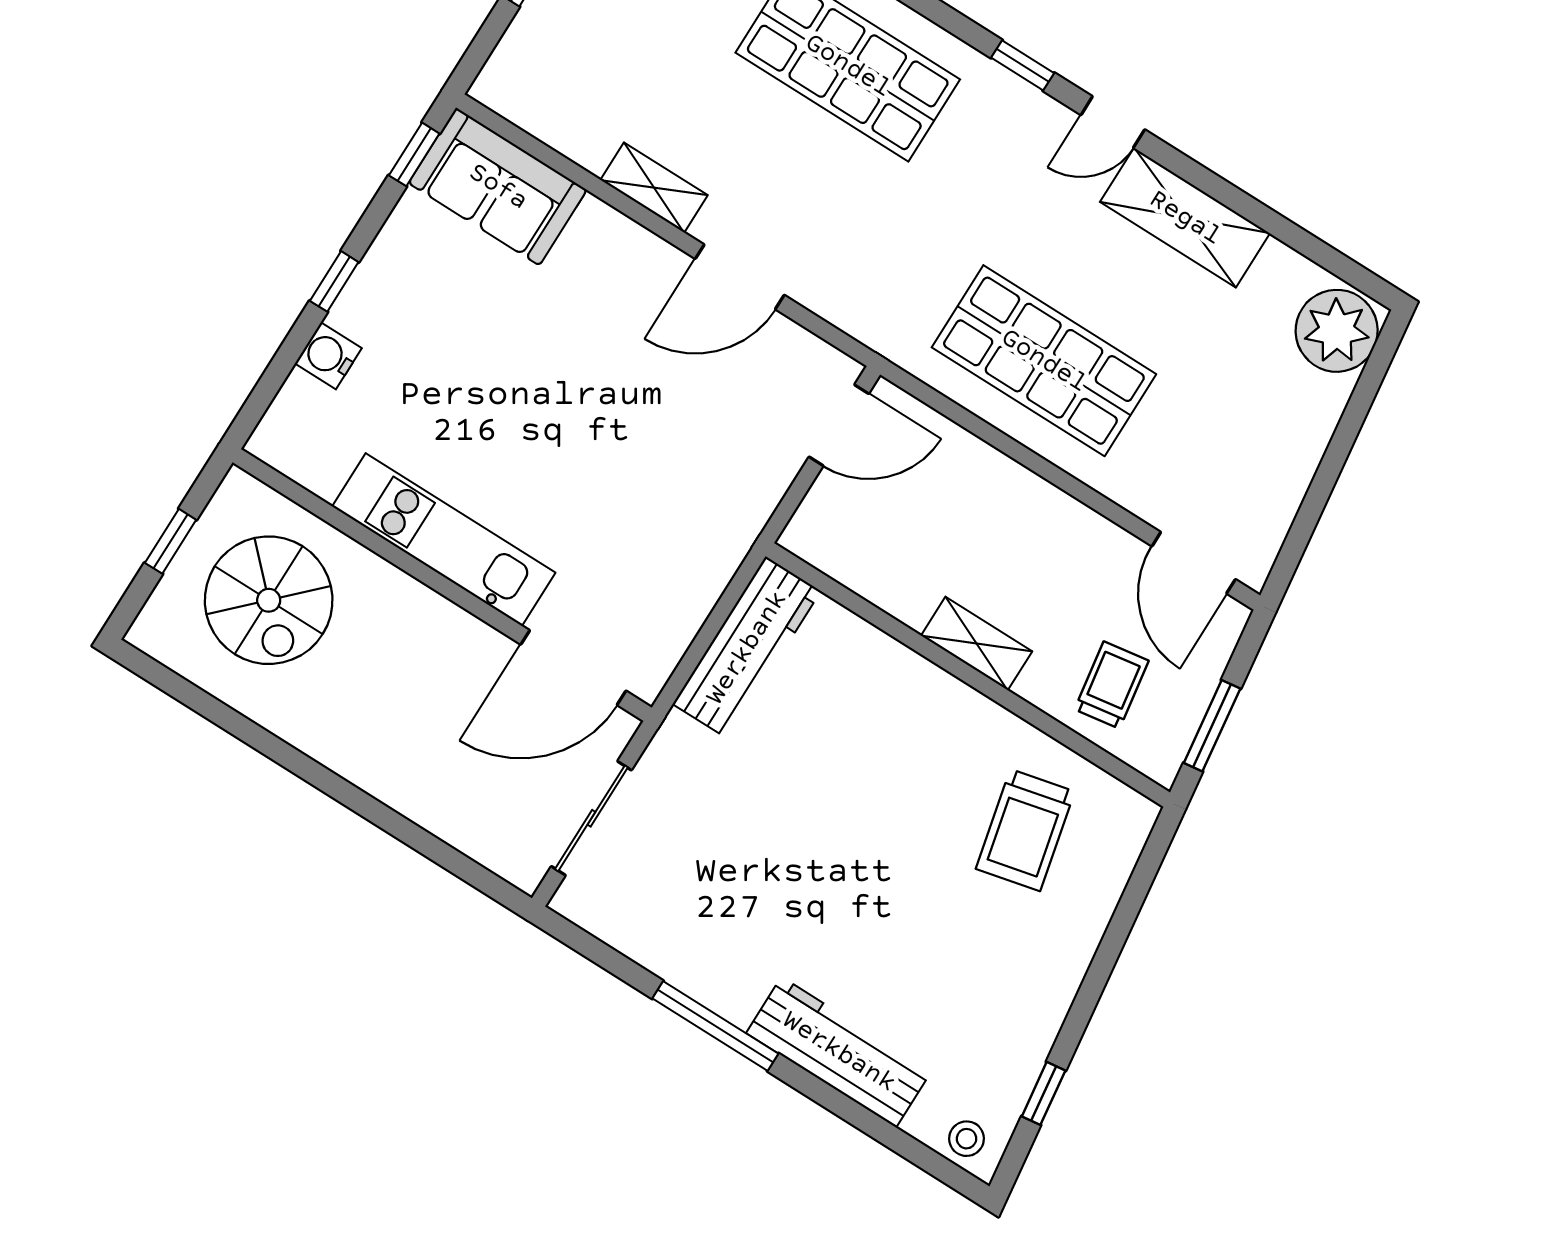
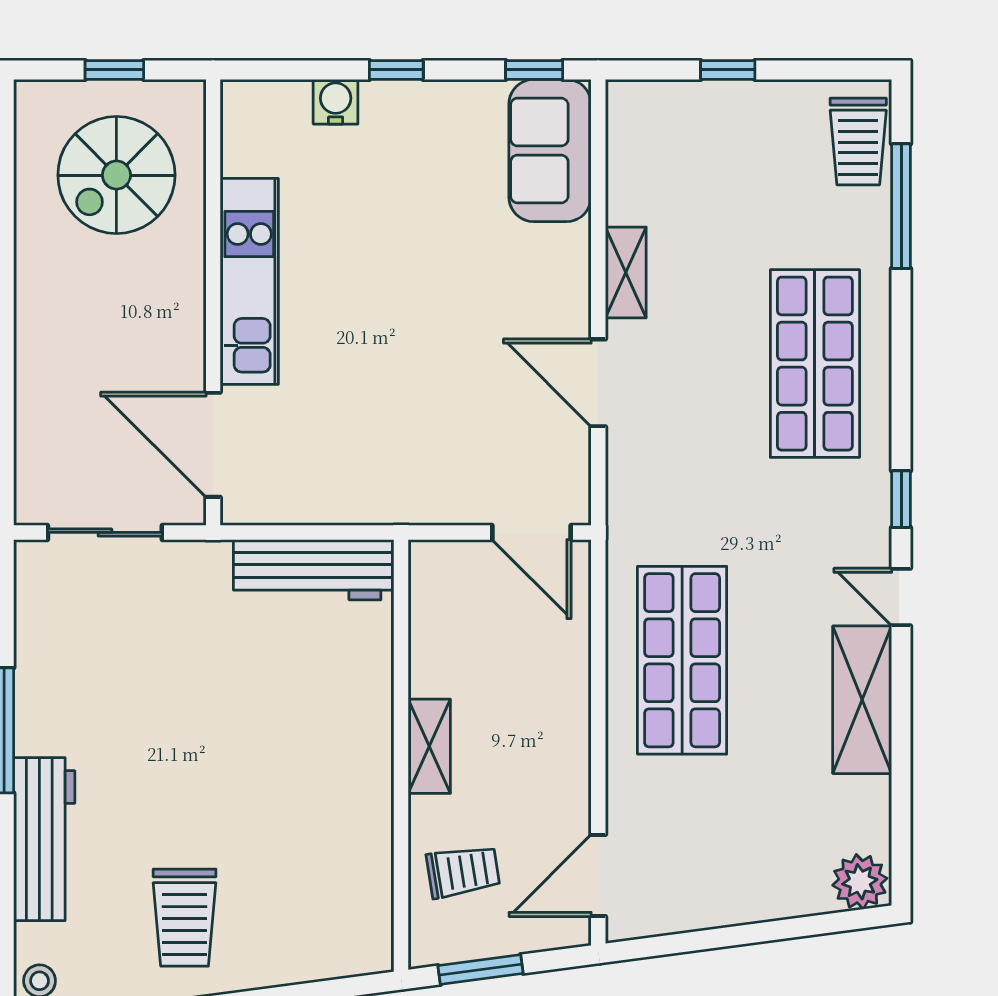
plant: (1337, 331) -> (860, 882), width x0.73, depth x0.73
trolley: (1025, 830) -> (185, 918), moved, turned -77

